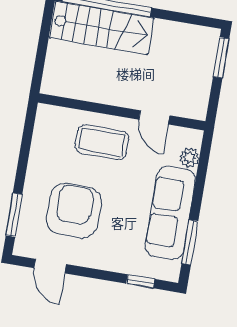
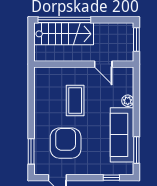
wall: (122, 112) -> (84, 64), moved
door: (154, 117) -> (103, 64), moved
coffee table: (102, 142) -> (75, 100), turned 90

